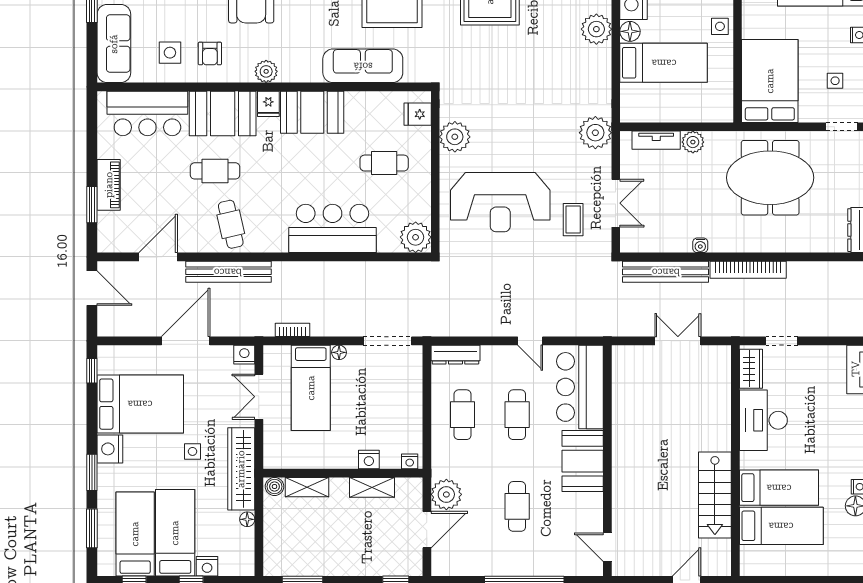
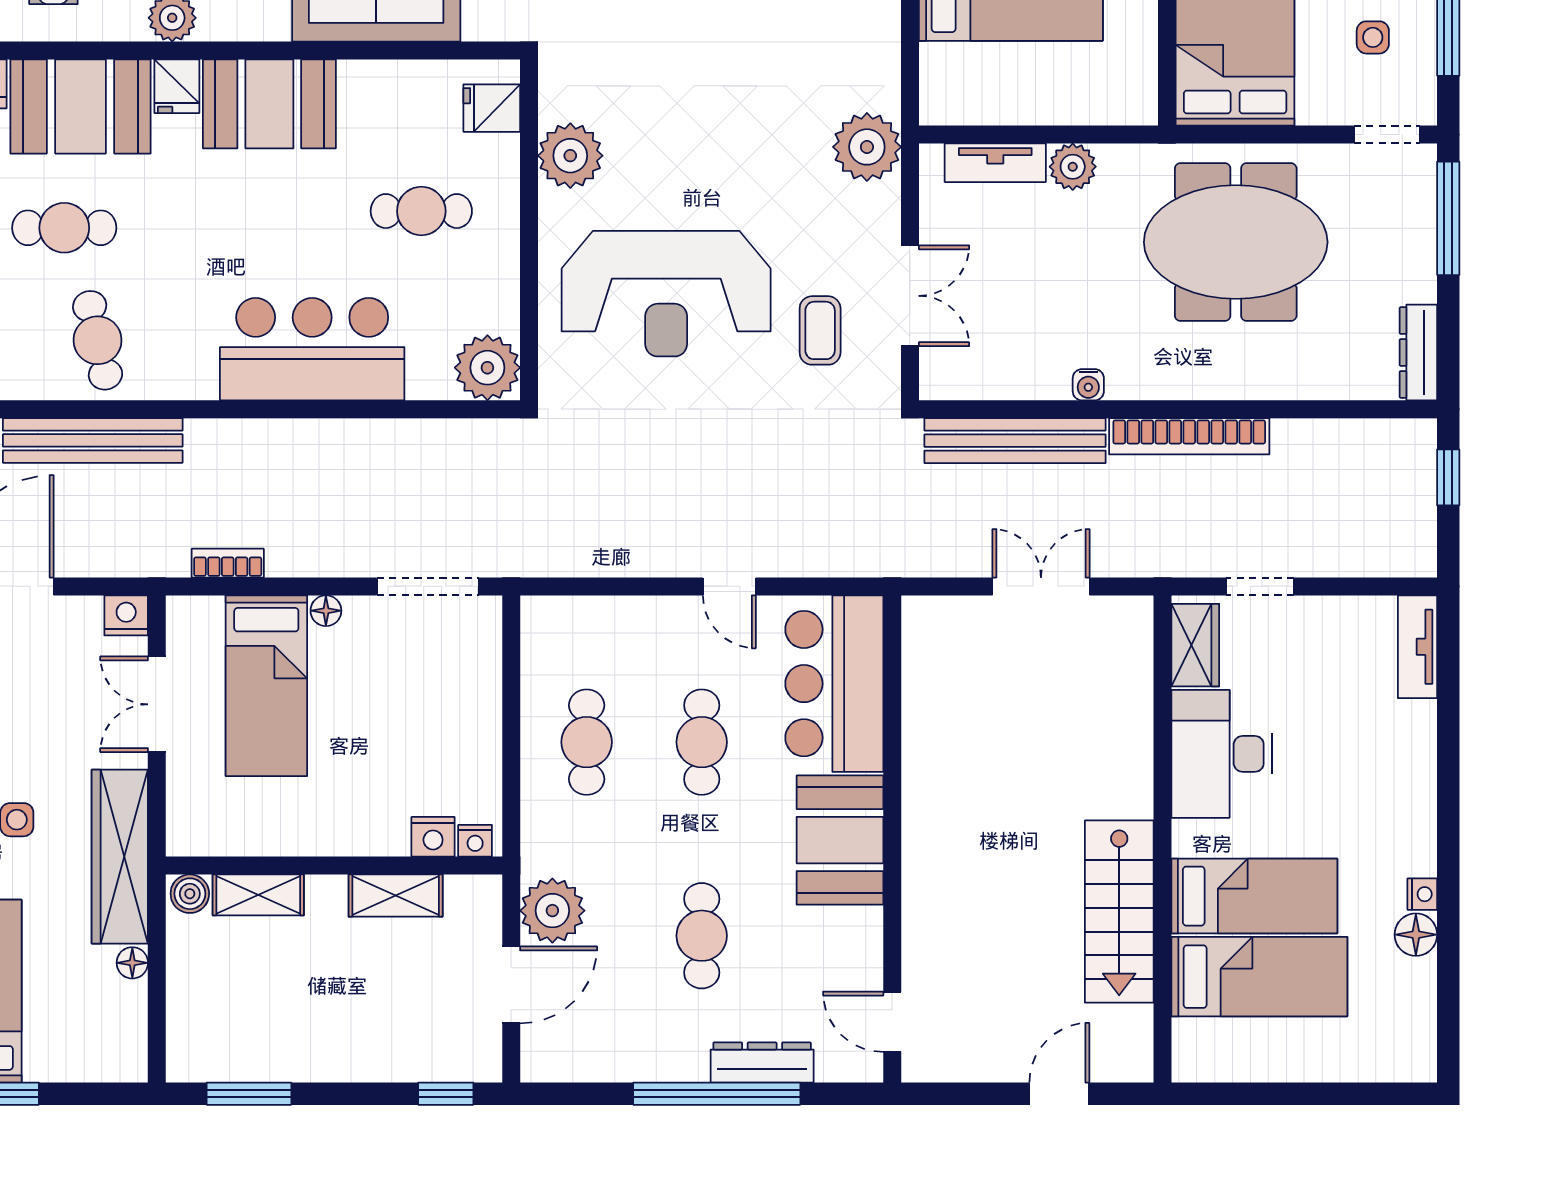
dresser: (455, 355) -> (762, 1062), moved, turned 180
nightstand: (369, 460) -> (433, 837), moved
nightstand: (207, 566) -> (48, 1062), removed

